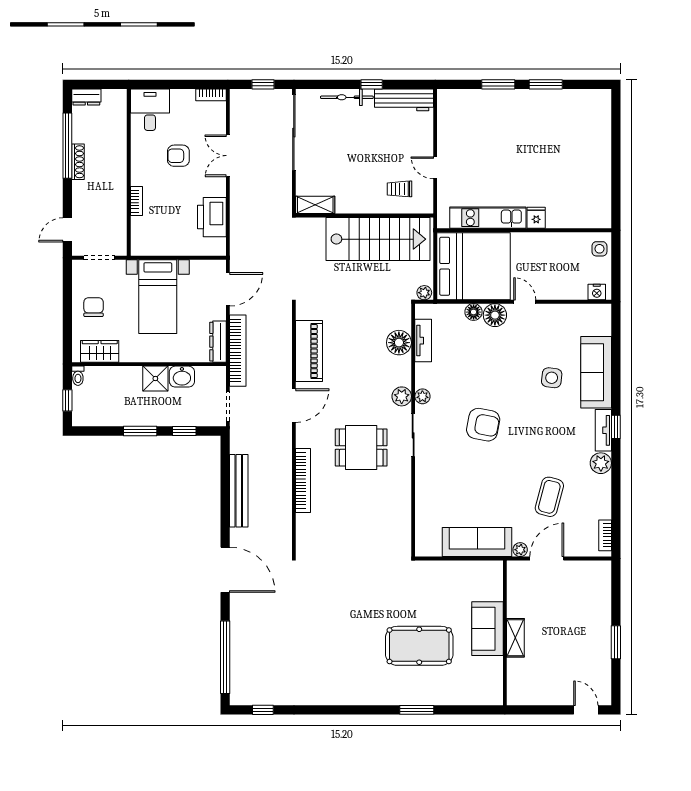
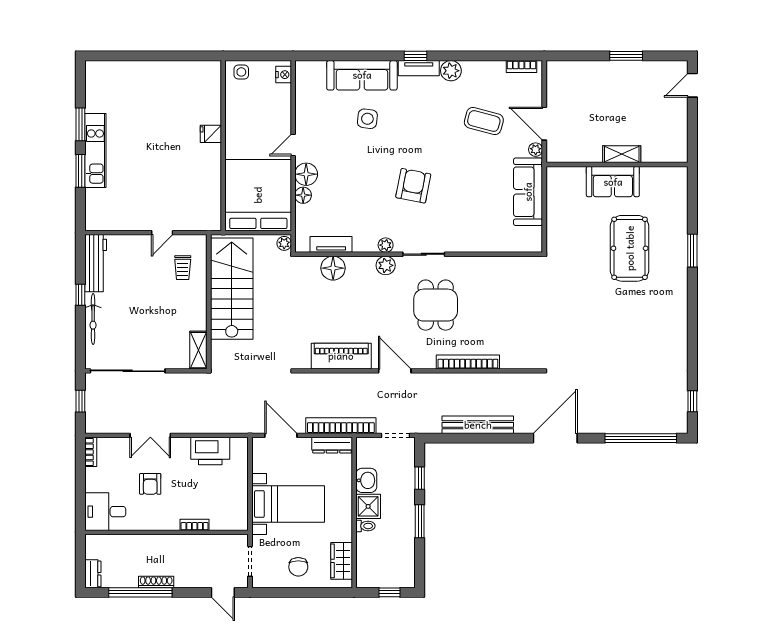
kitchen unit: (488, 218) -> (95, 151), moved, turned 180
chair: (94, 307) -> (298, 567), turned -90
toilet: (78, 376) -> (365, 526), moved

